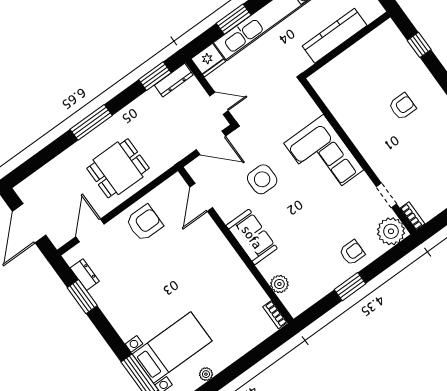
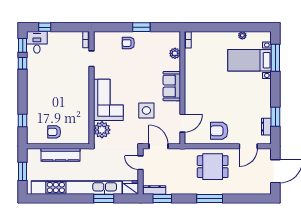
armchair: (402, 106) -> (54, 132), moved
plant: (391, 231) -> (102, 130), moved

